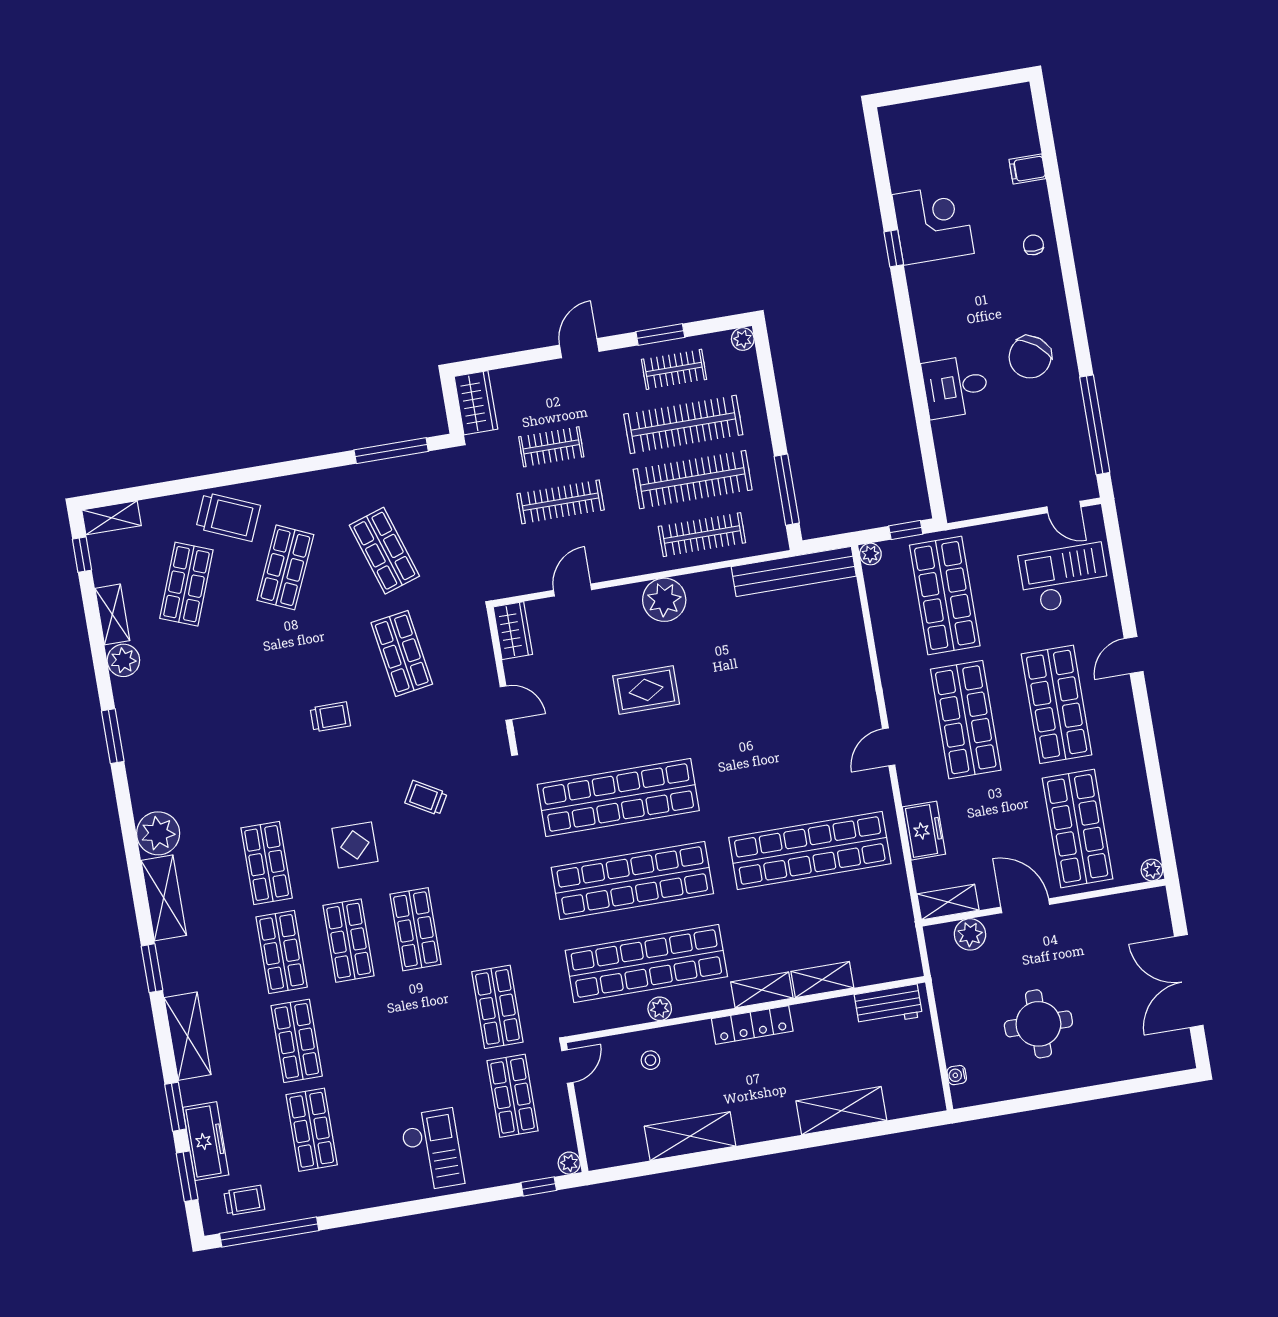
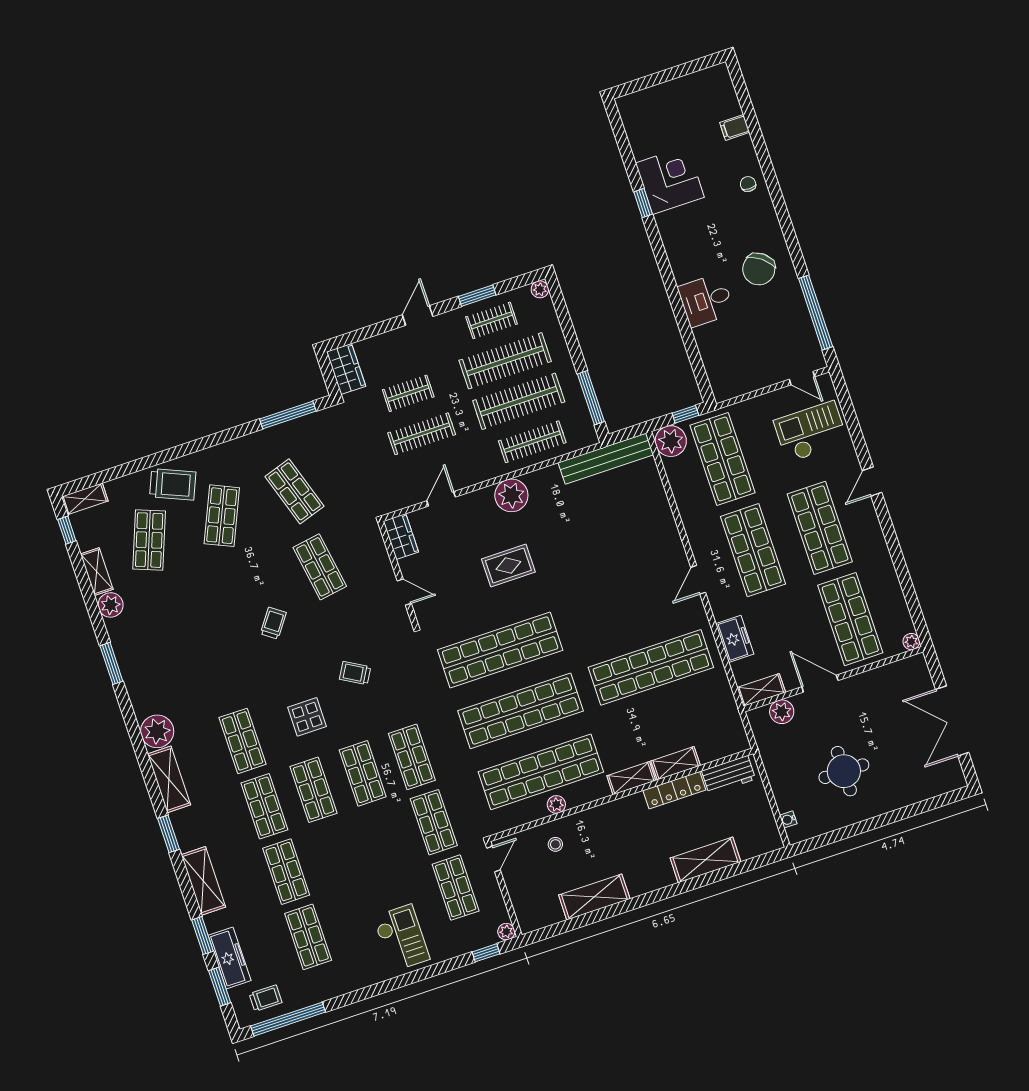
plant: (870, 554) -> (671, 441), width x1.88, depth x1.88
trolley: (330, 717) -> (273, 623), turned -54
shop shelf: (482, 918) -> (412, 757), added
locker: (752, 1025) -> (674, 790), moved

